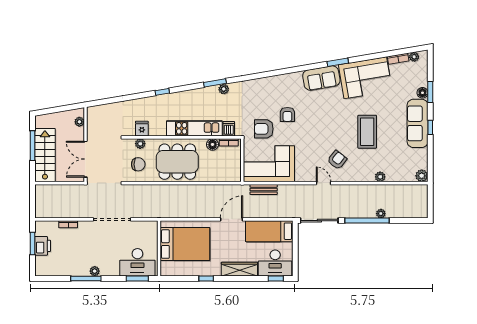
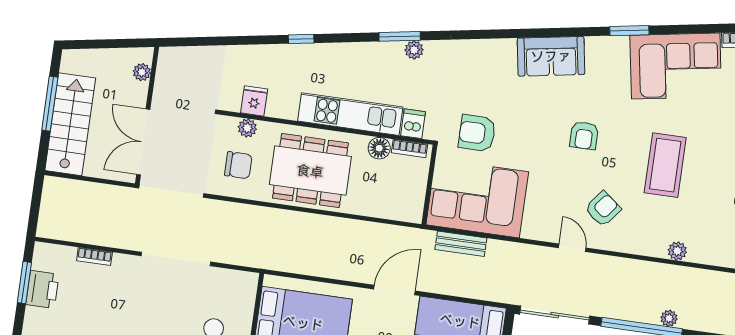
sofa: (321, 78) -> (551, 56), moved
armchair: (287, 114) -> (584, 135), moved

